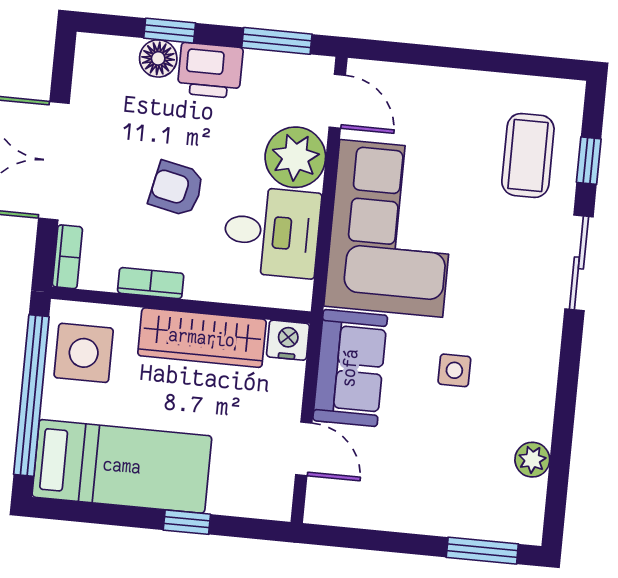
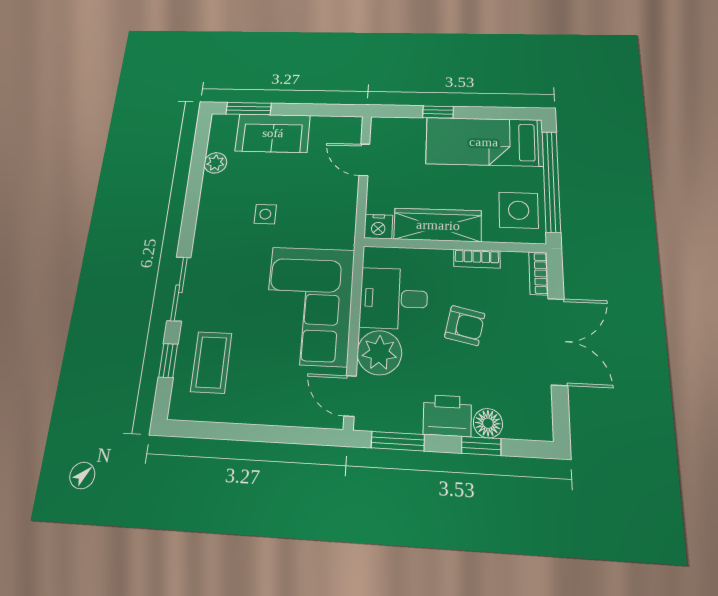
sofa: (350, 368) -> (273, 133), moved, turned -90

